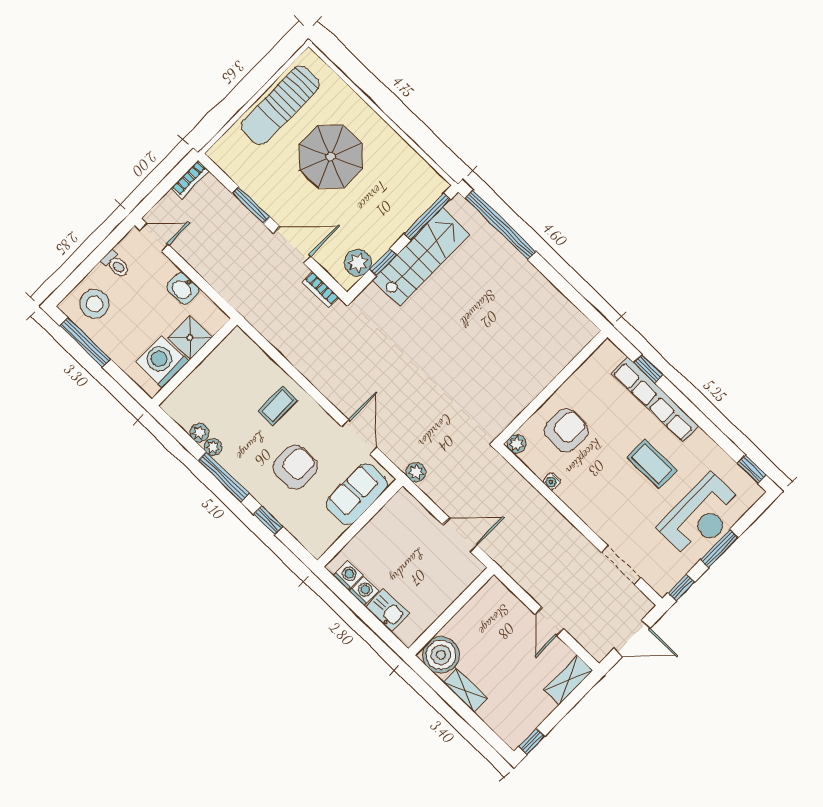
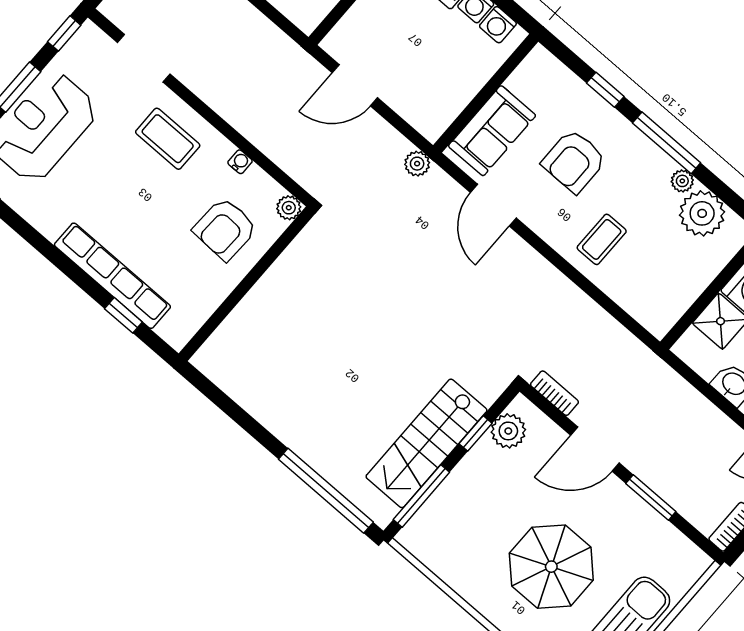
plant: (199, 433) -> (702, 213), width x1.88, depth x1.88
coffee table: (652, 464) -> (168, 139), moved

